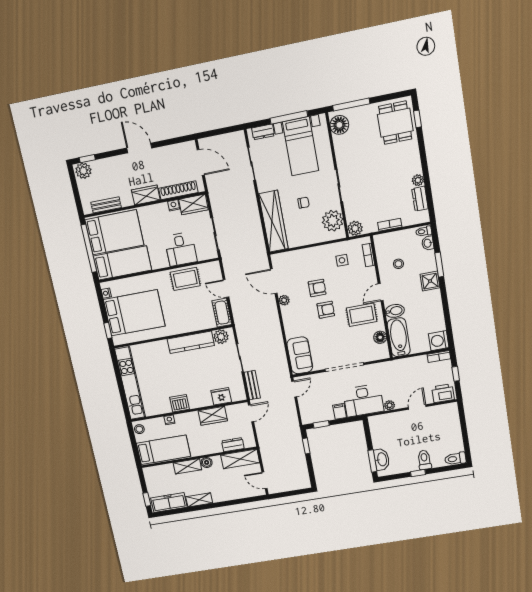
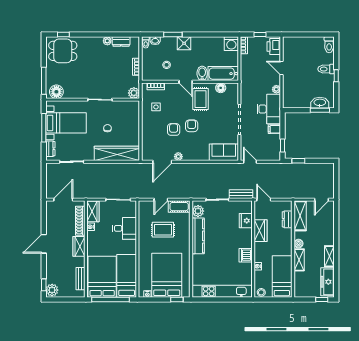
plant: (333, 221) -> (125, 109), removed
rug: (185, 279) -> (163, 230), moved, turned 90

